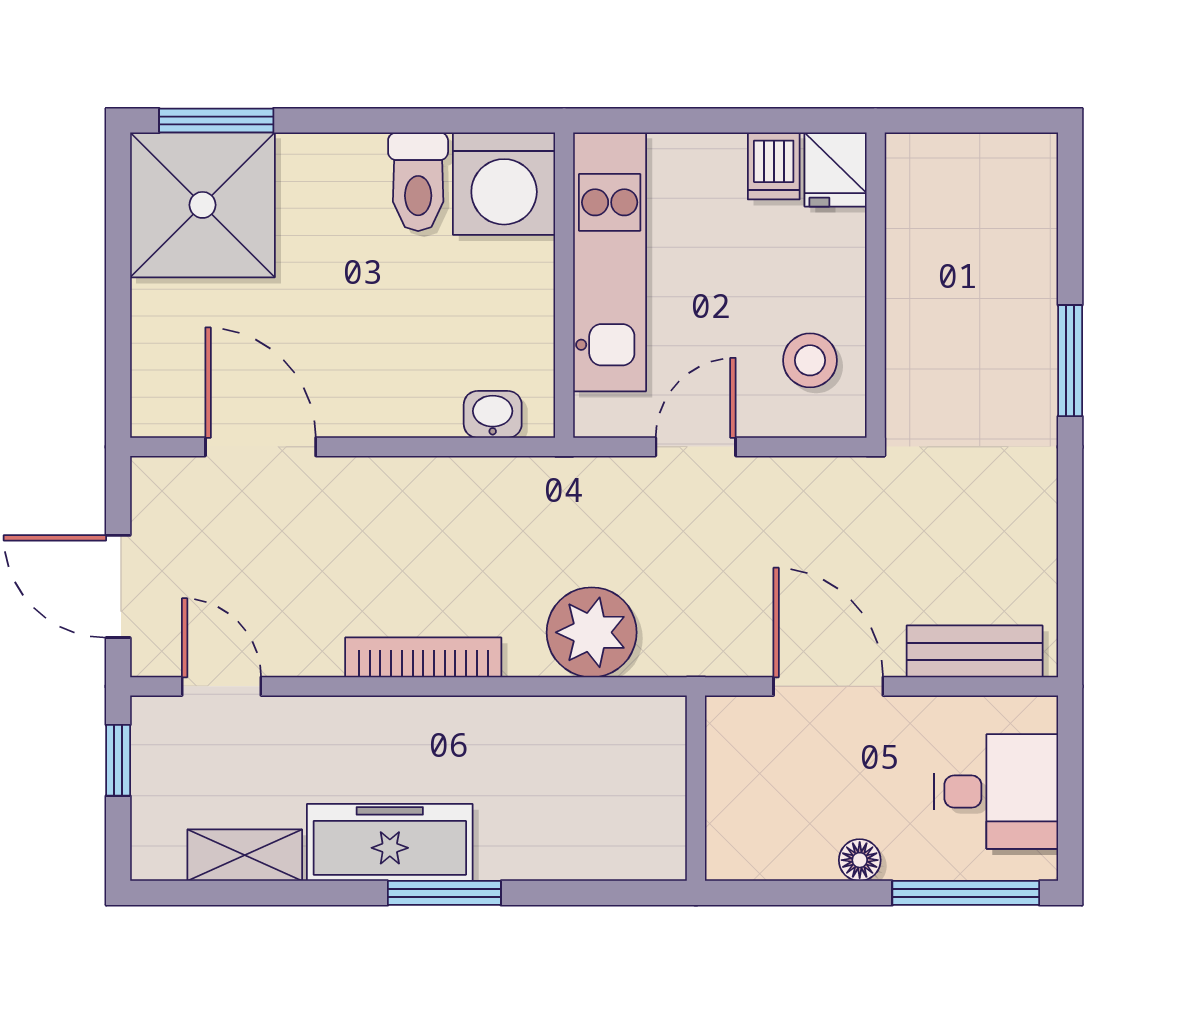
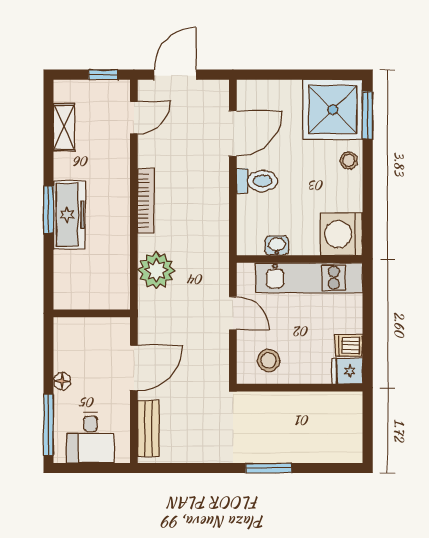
stool: (326, 166) -> (349, 160), added
toilet: (418, 182) -> (257, 181), moved, turned 180
washbasin: (493, 414) -> (277, 246), moved, turned -90
freezer: (390, 842) -> (69, 215), moved

